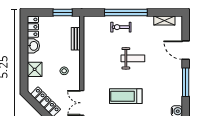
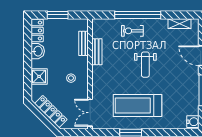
window: (63, 12) -> (58, 15), moved
bench: (88, 46) -> (97, 52), added
weight bench: (133, 58) -> (145, 65), turned 90
treadmill: (126, 96) -> (138, 105), width x1.37, depth x1.38

